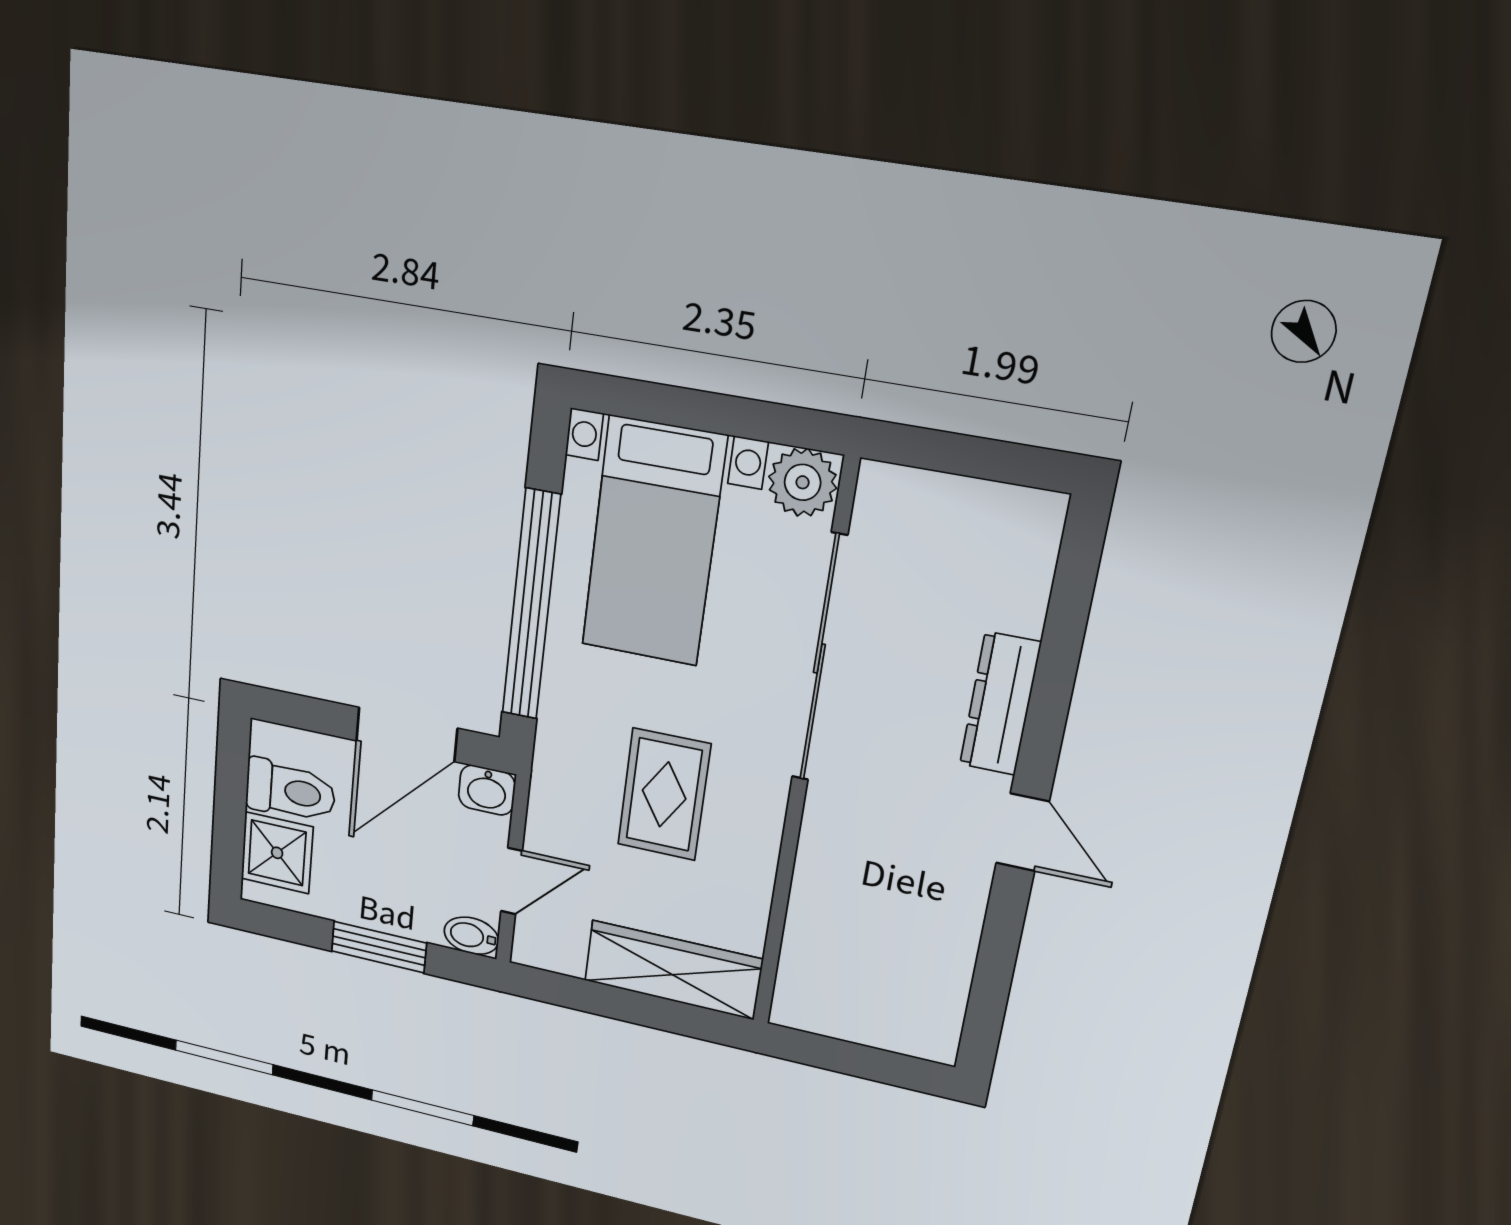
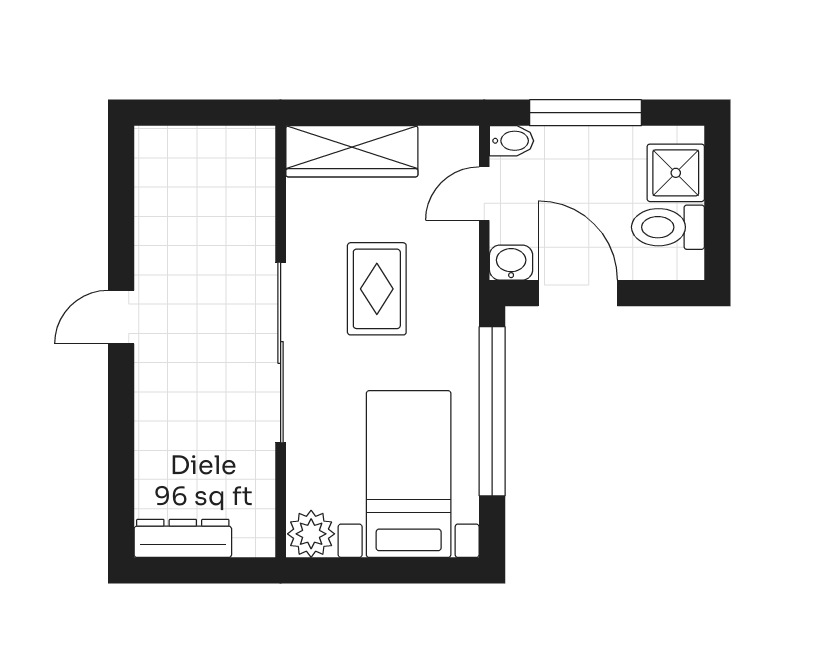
sliding door: (819, 658) -> (281, 352), moved
dresser: (1000, 704) -> (183, 538), moved, turned -90
door: (407, 735) -> (578, 293), hinge flipped
door: (1023, 832) -> (121, 317), hinge flipped
window: (379, 947) -> (586, 113), width x1.44

